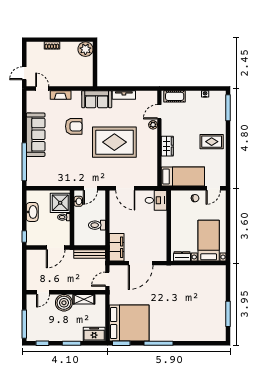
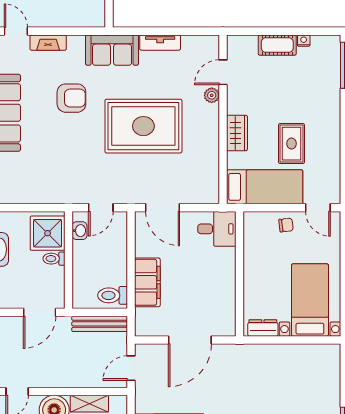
cot: (175, 96) -> (277, 45), moved
rug: (212, 142) -> (292, 144), moved, turned 90
door: (213, 188) -> (318, 208), hinge flipped
toilet: (97, 225) -> (113, 295), moved
filing cabinet: (117, 247) -> (147, 282), moved

